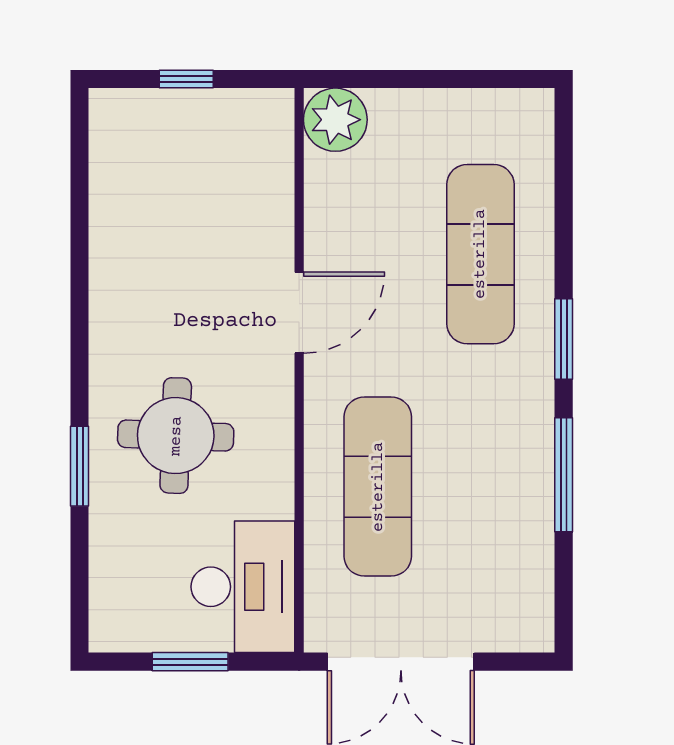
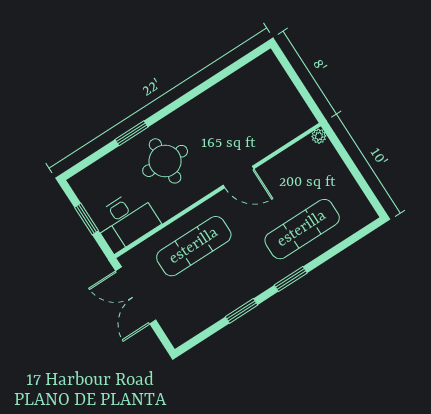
window: (186, 79) -> (297, 81), removed
plant: (335, 120) -> (319, 136), width x0.53, depth x0.53
window: (564, 475) -> (241, 311), width x0.69

